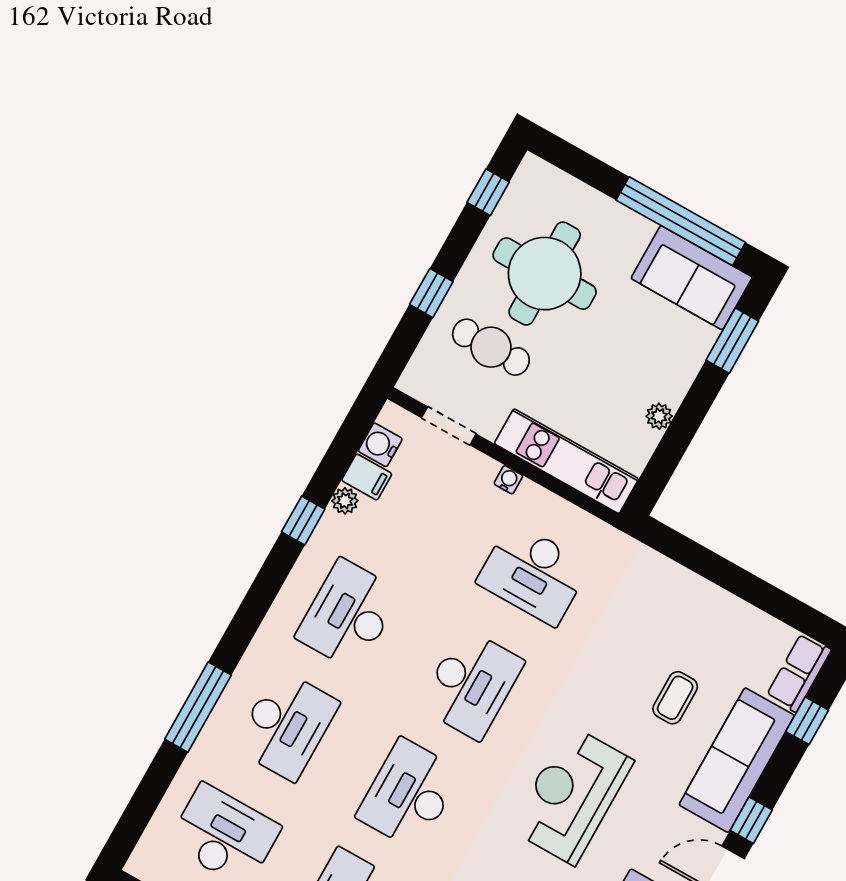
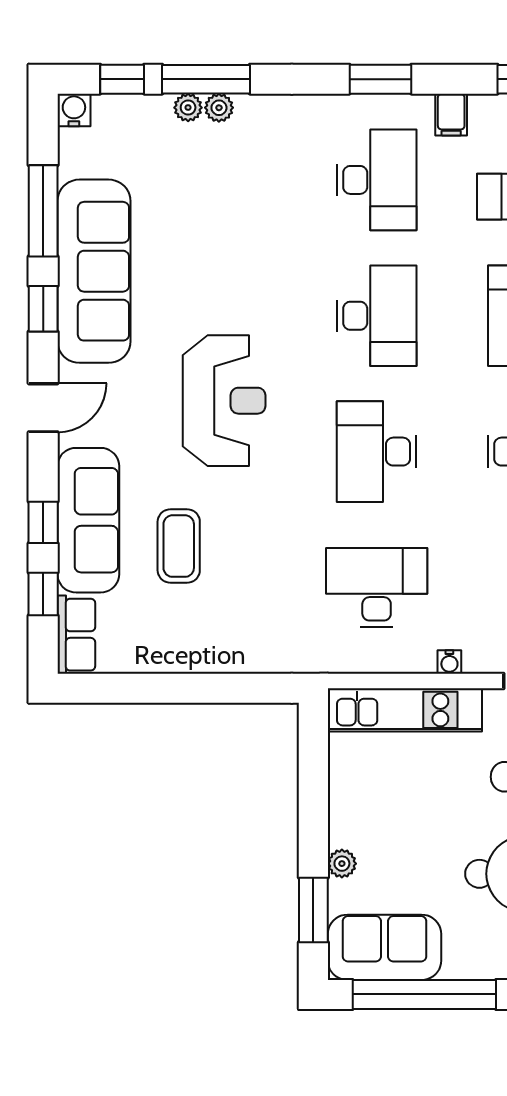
plant: (659, 416) -> (342, 864), moved
coffee table: (675, 698) -> (179, 546), width x1.36, depth x1.30
window: (751, 820) -> (43, 522), moved

